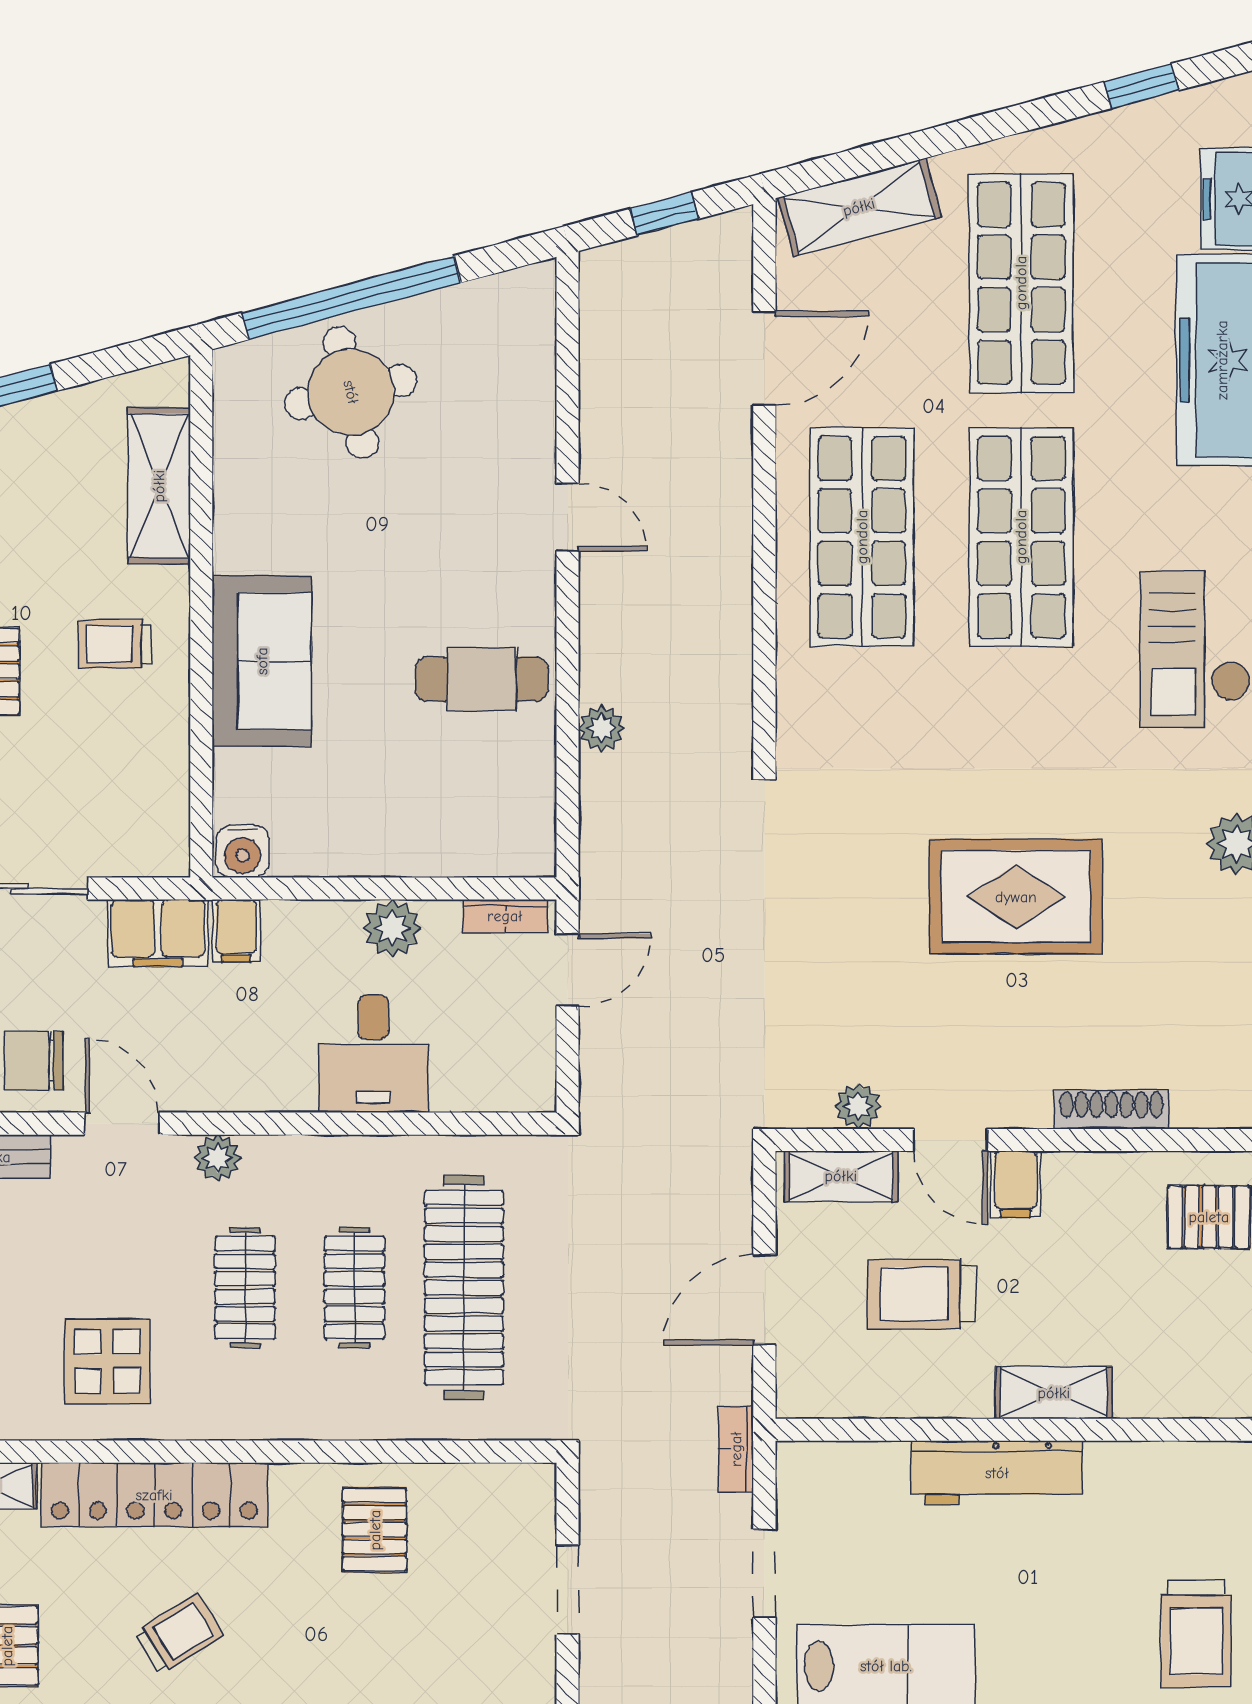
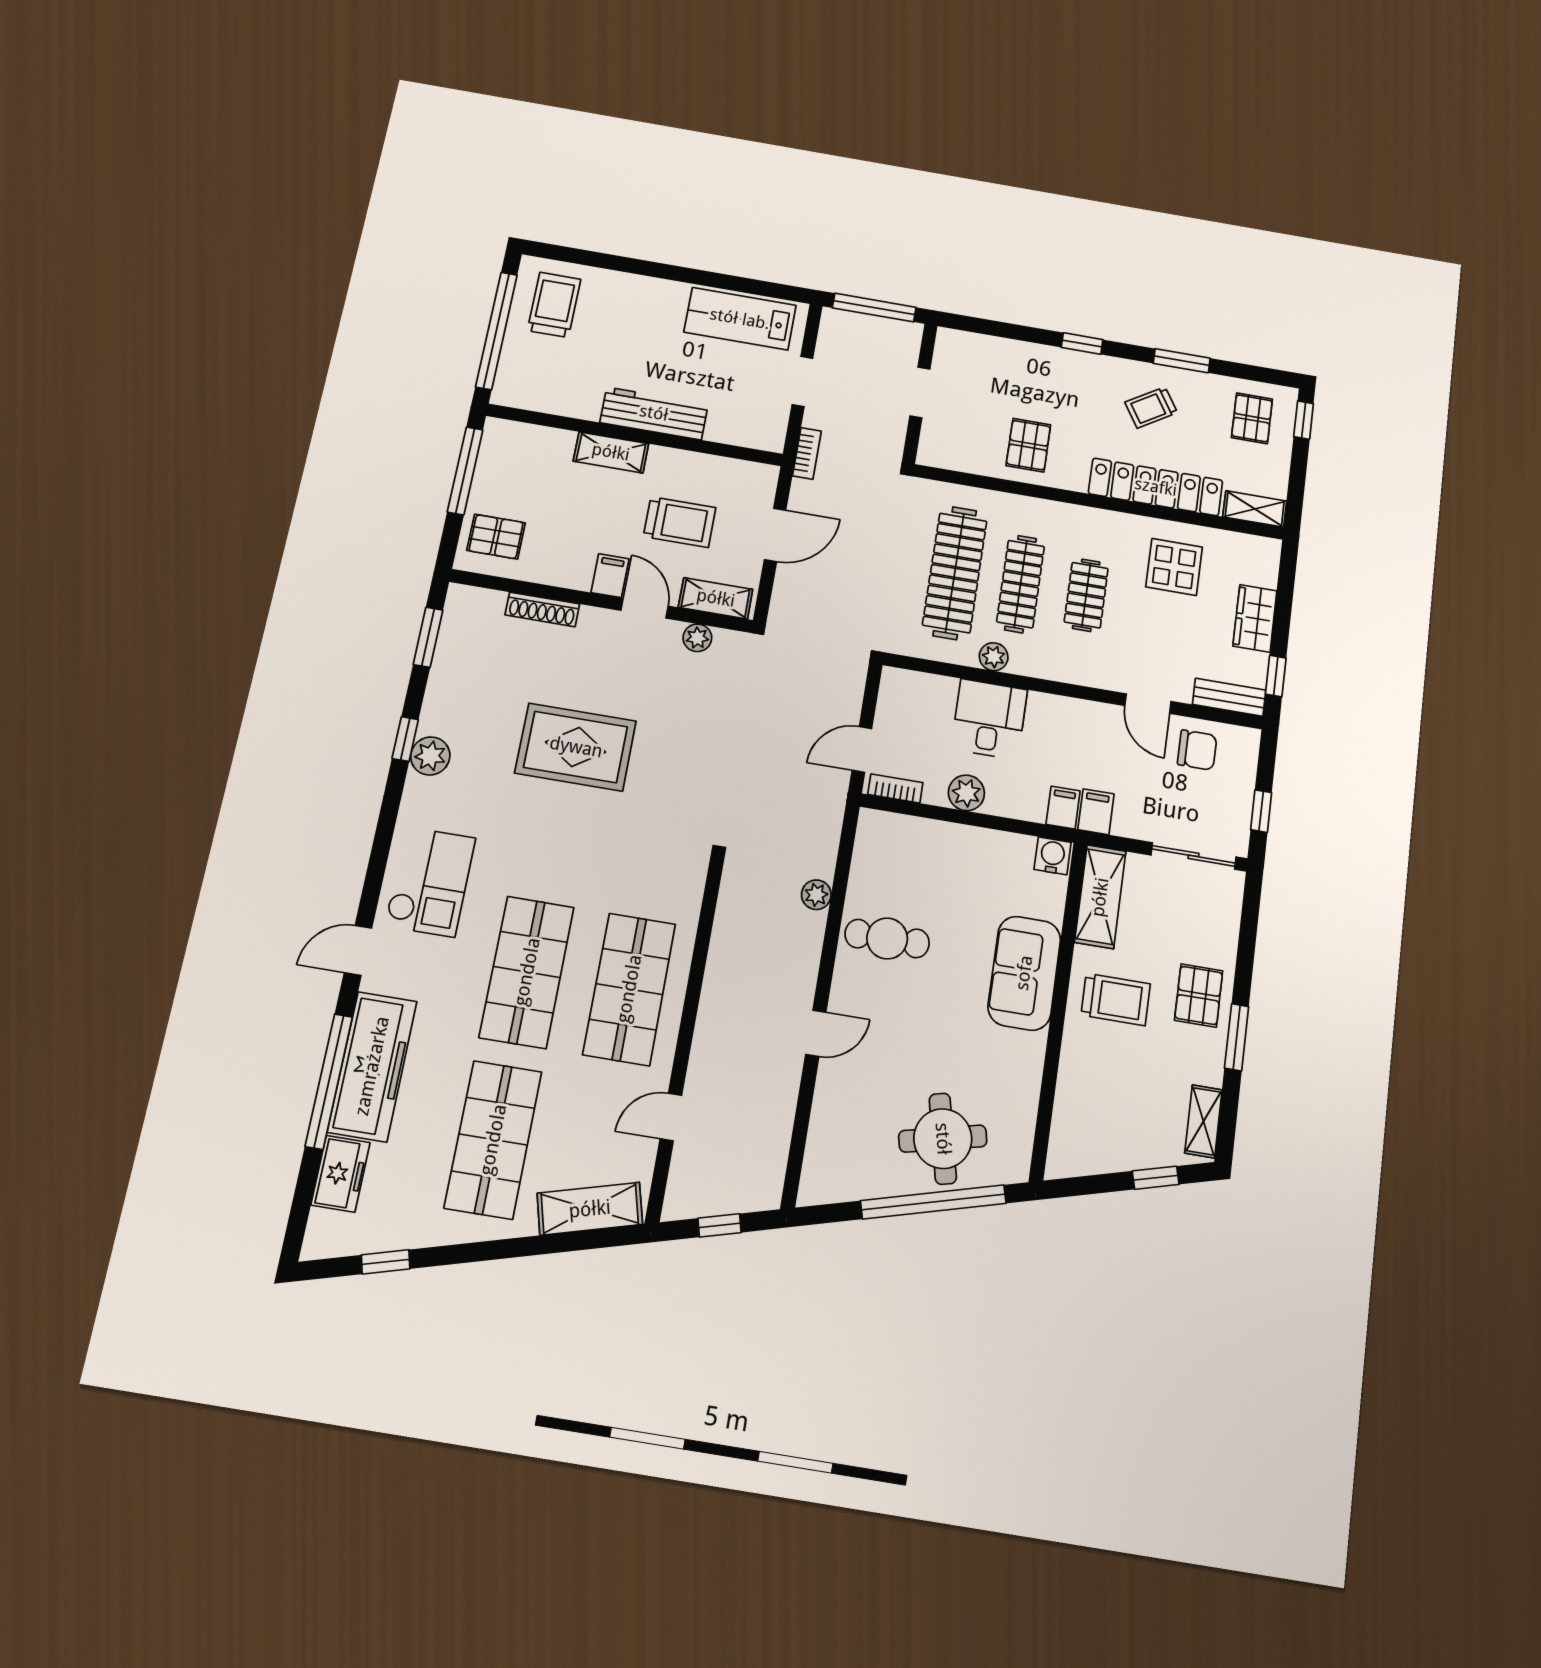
door: (764, 358) -> (671, 1117), width x0.73
shelving: (159, 486) -> (1100, 897), moved
door: (568, 517) -> (816, 1033), swing flipped
trolley: (115, 644) -> (1116, 1000), width x1.36, depth x1.39
filing cabinet: (158, 933) -> (1096, 812), width x0.50
plant: (218, 1158) -> (994, 657), moved
clothes rail: (354, 1288) -> (1021, 584), width x1.36

